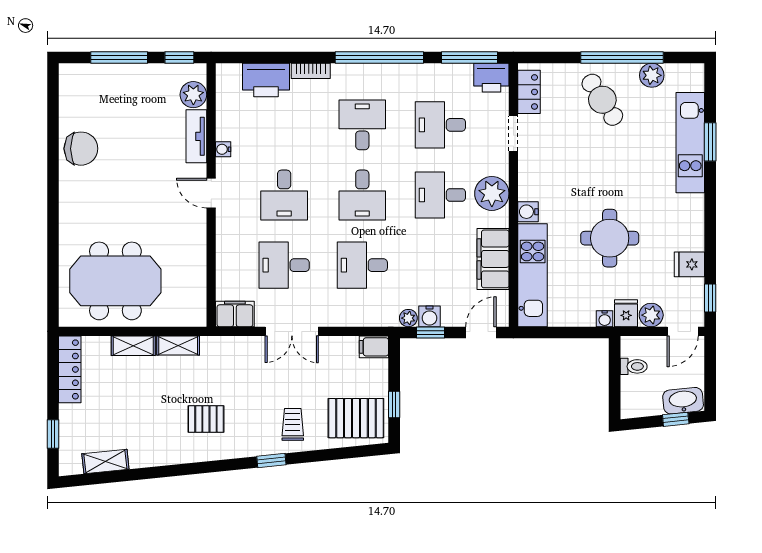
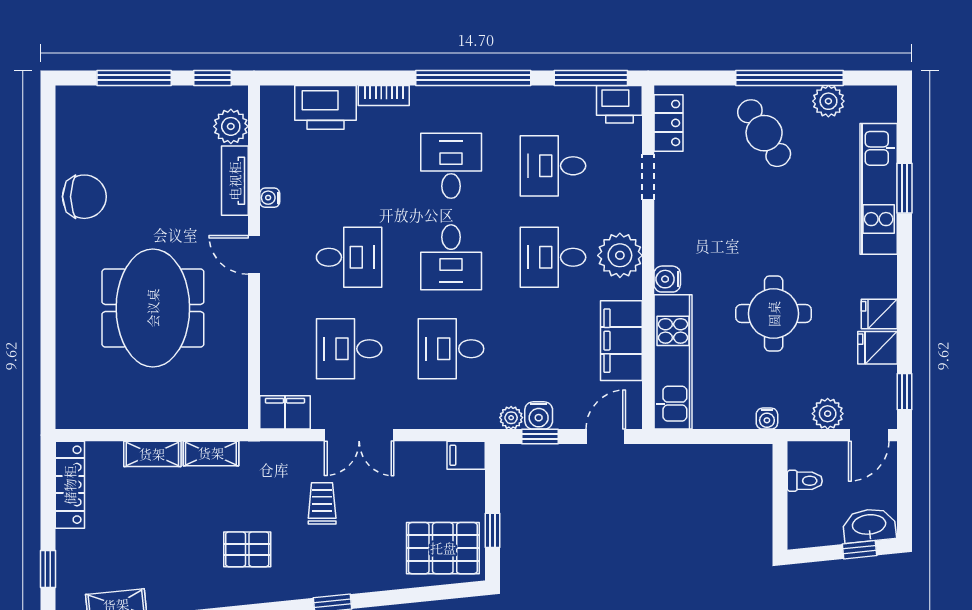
desk: (284, 195) -> (349, 257), turned -90
meeting table: (115, 281) -> (153, 308), moved, turned 90
fridge: (626, 313) -> (879, 314), moved, turned -90
trolley: (293, 424) -> (322, 503), moved

